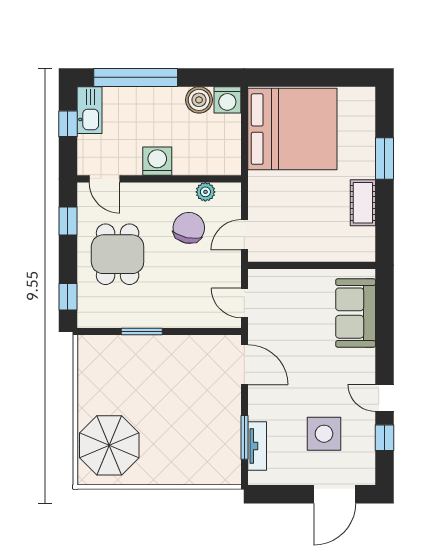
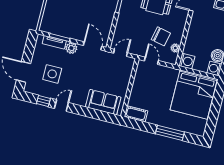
window: (385, 159) -> (170, 133), width x1.44
washing machine: (157, 161) -> (187, 61), moved
cot: (363, 203) -> (136, 114), moved
door: (244, 365) -> (93, 46), swing flipped
plant: (260, 408) -> (71, 48), added

